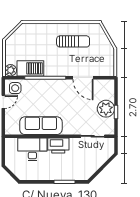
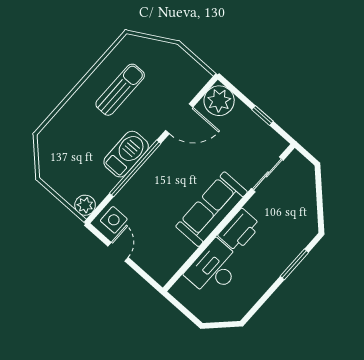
barbecue: (30, 68) -> (126, 154), moved
plant: (106, 109) -> (219, 101), moved
sofa: (41, 126) -> (211, 209), moved

